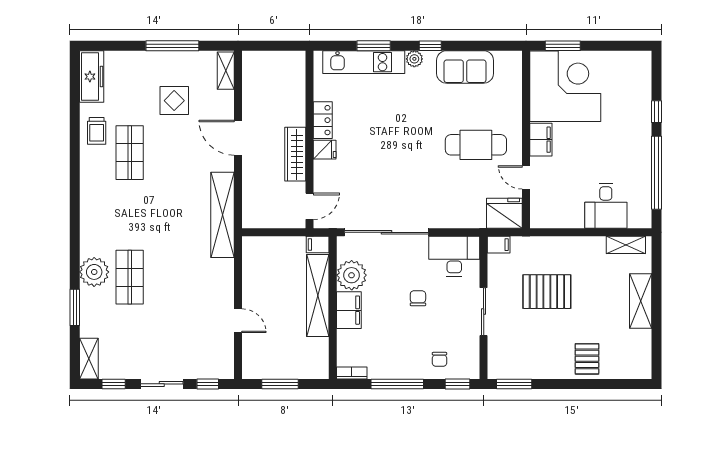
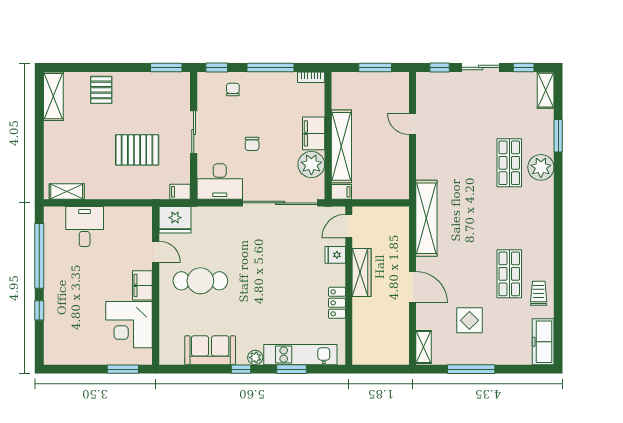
corner desk: (565, 86) -> (129, 325), width x0.74, depth x0.74
fridge: (325, 150) -> (335, 255), moved
shelving: (641, 301) -> (53, 96), moved

